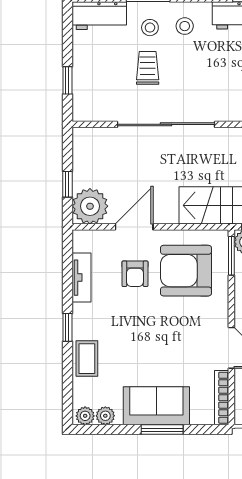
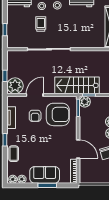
armchair: (186, 271) -> (58, 114), turned 180

